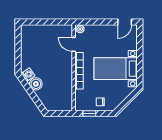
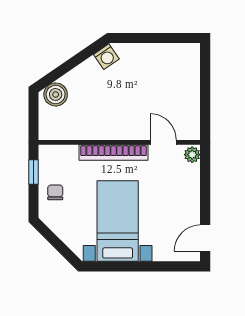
door: (125, 22) -> (205, 238), hinge flipped
door: (74, 44) -> (163, 142), hinge flipped
boiler: (36, 84) -> (56, 94), moved

